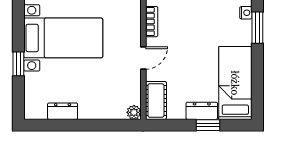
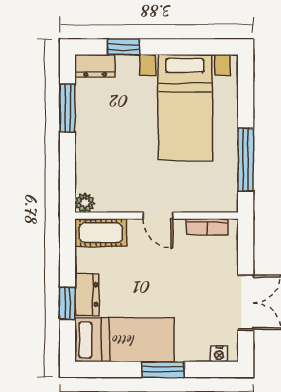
window: (257, 28) -> (163, 369), moved
window: (18, 64) -> (124, 47), moved
dresser: (63, 111) -> (95, 66), moved, turned 90
window: (64, 125) -> (67, 108), added

